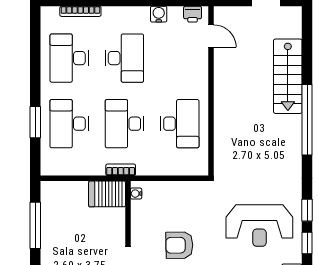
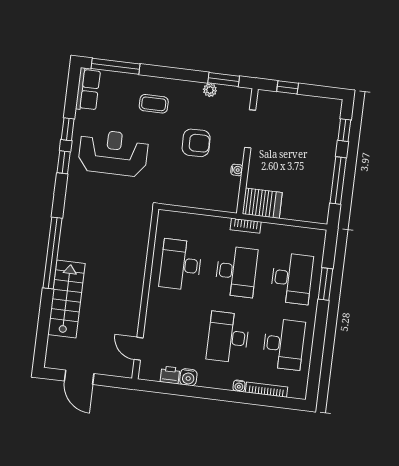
water cooler: (108, 12) -> (239, 386), added
printer: (193, 14) -> (170, 375), moved
water cooler: (136, 194) -> (237, 170), moved

